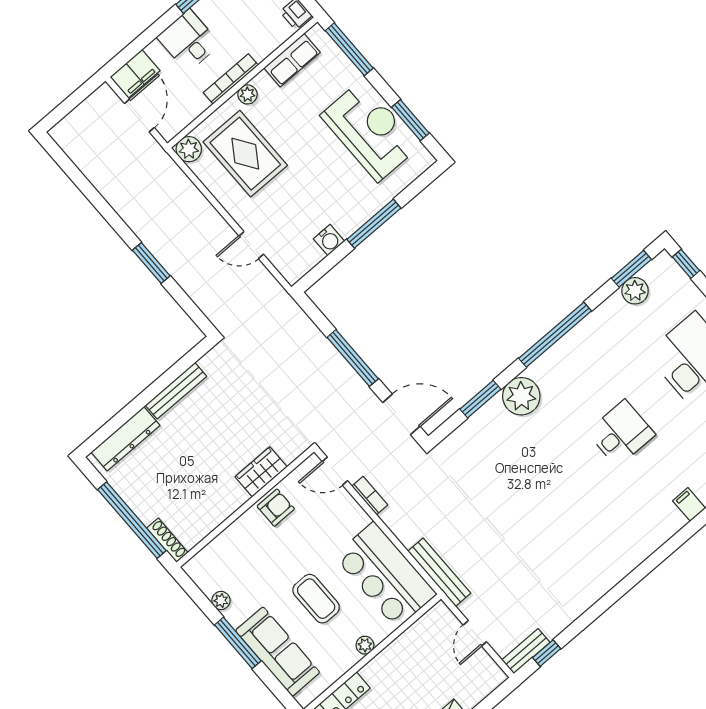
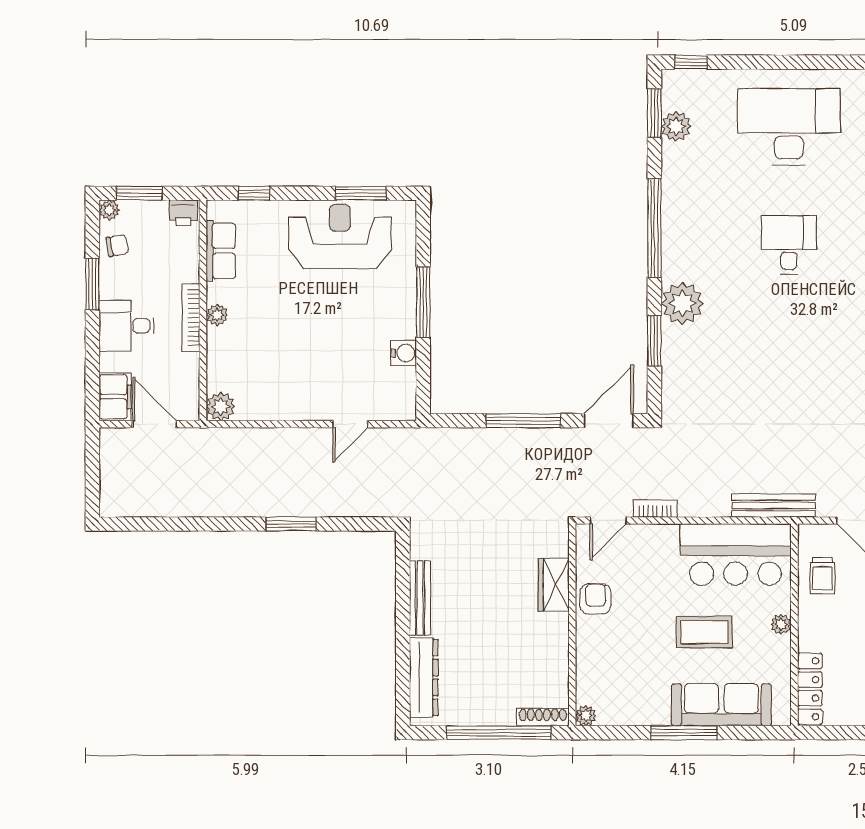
window: (349, 49) -> (254, 193), width x0.46
rug: (245, 154) -> (267, 361), removed
plant: (221, 601) -> (586, 716), moved
trolley: (421, 645) -> (822, 576), added

